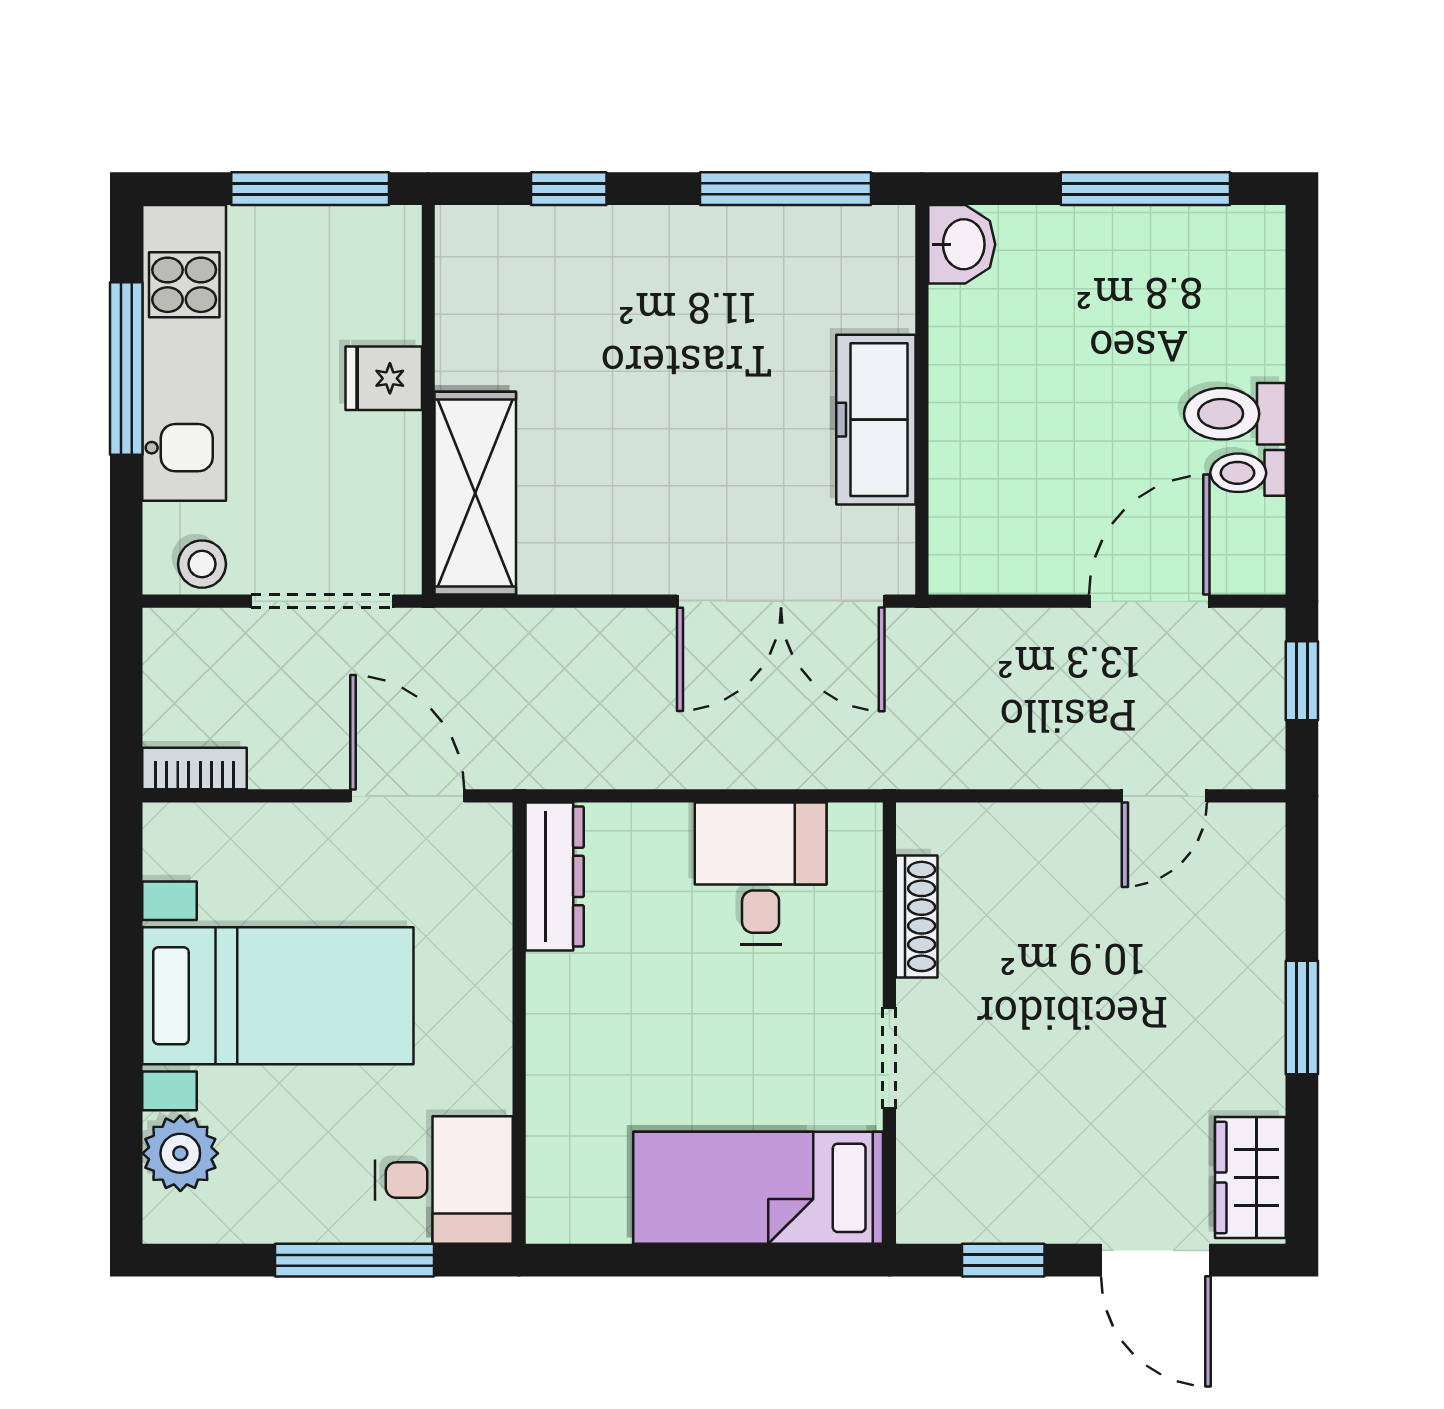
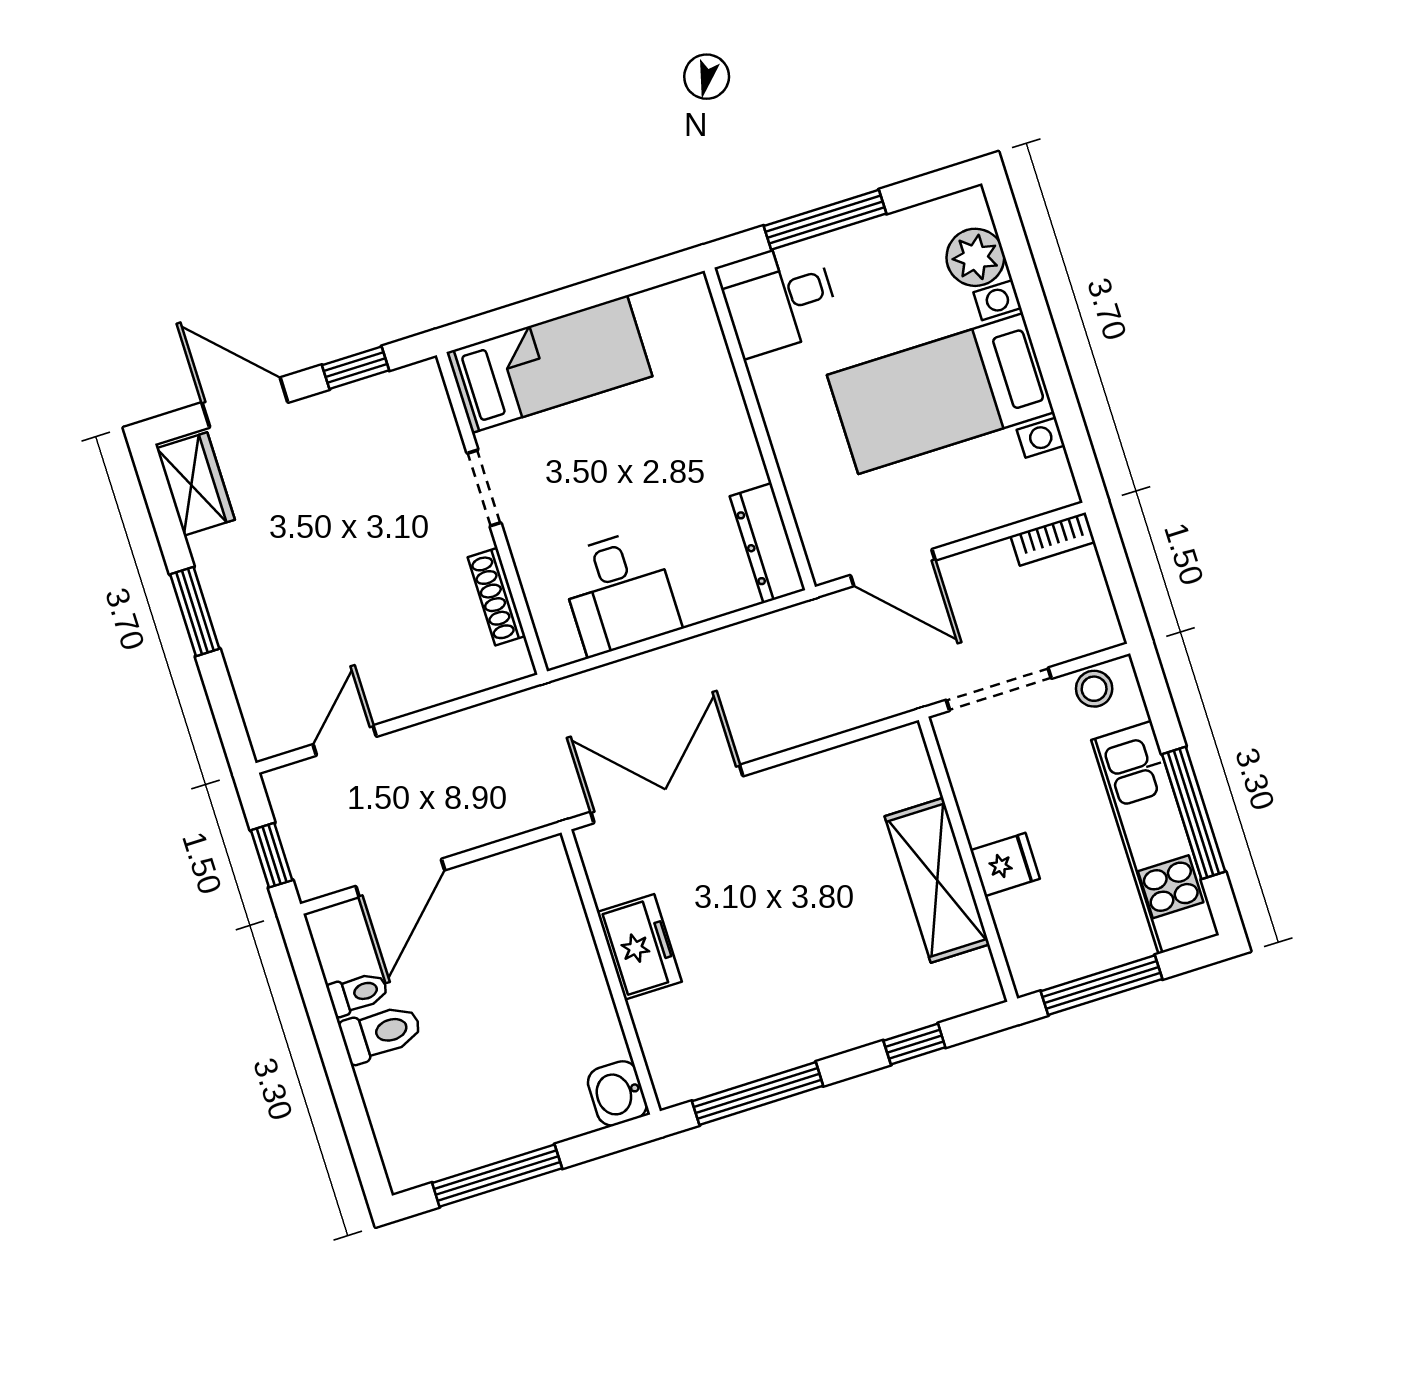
freezer: (876, 420) -> (639, 947), width x0.71
shelving: (475, 493) -> (937, 880), moved

